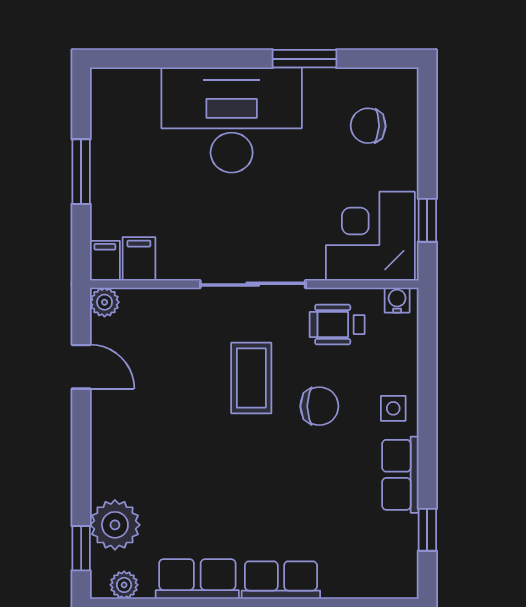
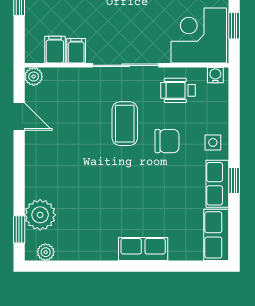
filing cabinet: (105, 261) -> (76, 51), moved
window: (427, 530) -> (234, 181), moved
row of seats: (197, 579) -> (216, 235), moved, turned -90

